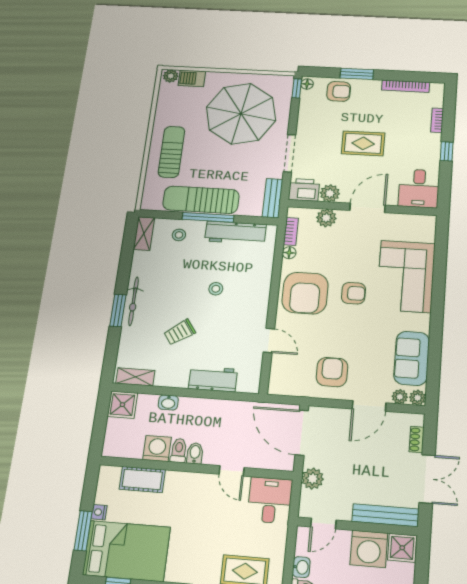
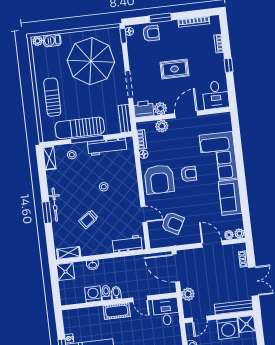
sofa: (412, 358) -> (230, 197), moved
armchair: (332, 372) -> (173, 223), moved, turned 118
workbench: (213, 379) -> (127, 244), moved
door: (369, 406) -> (212, 244), swing flipped
cot: (142, 479) -> (117, 311), moved

